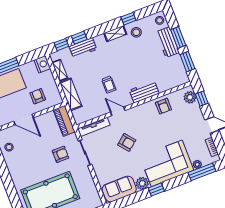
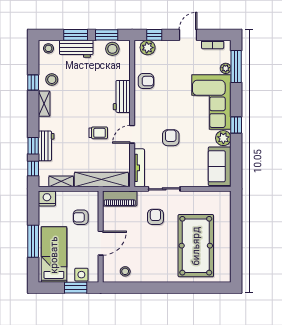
stool: (178, 70) -> (112, 49), added
shelving: (71, 94) -> (101, 180), width x1.47
armchair: (127, 142) -> (171, 138), turned -51

